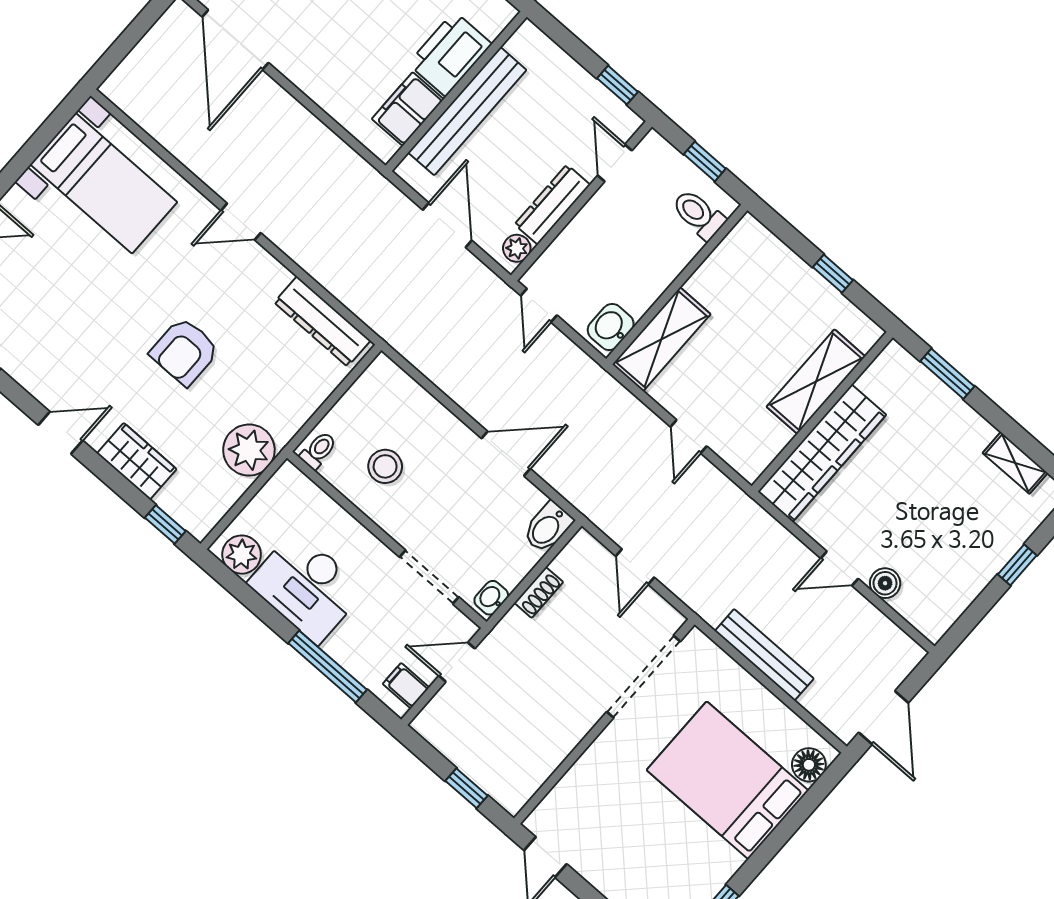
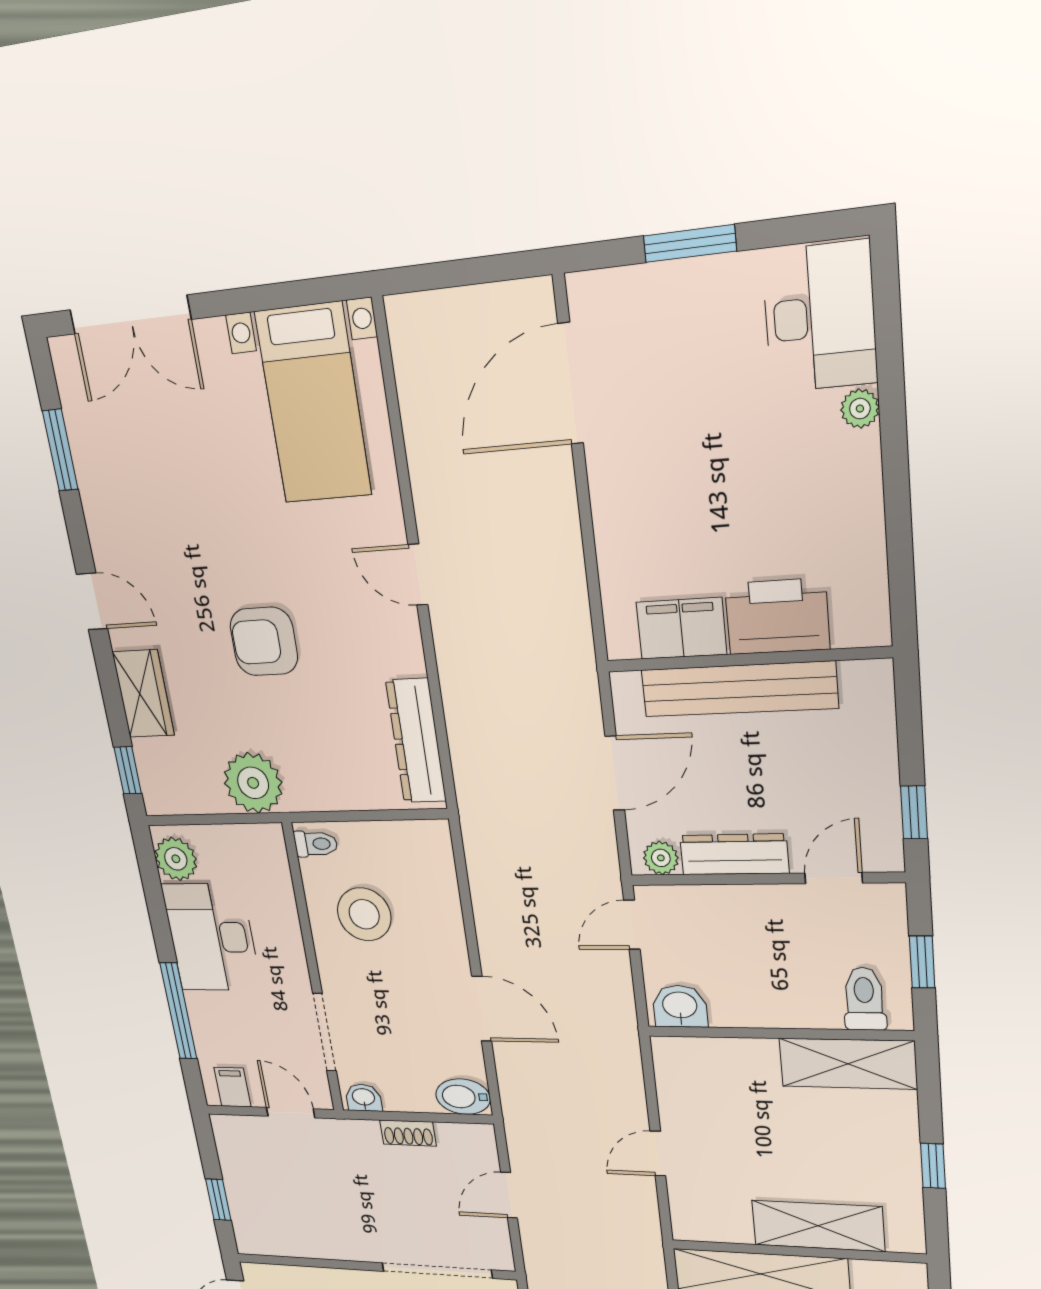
shelving: (661, 339) -> (848, 1064), moved
stool: (385, 466) -> (364, 914), width x1.38, depth x1.38

